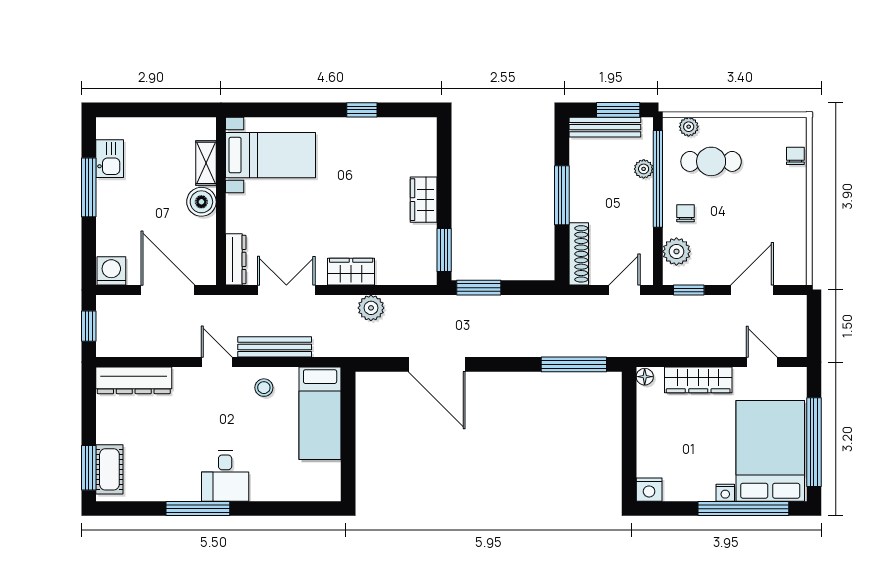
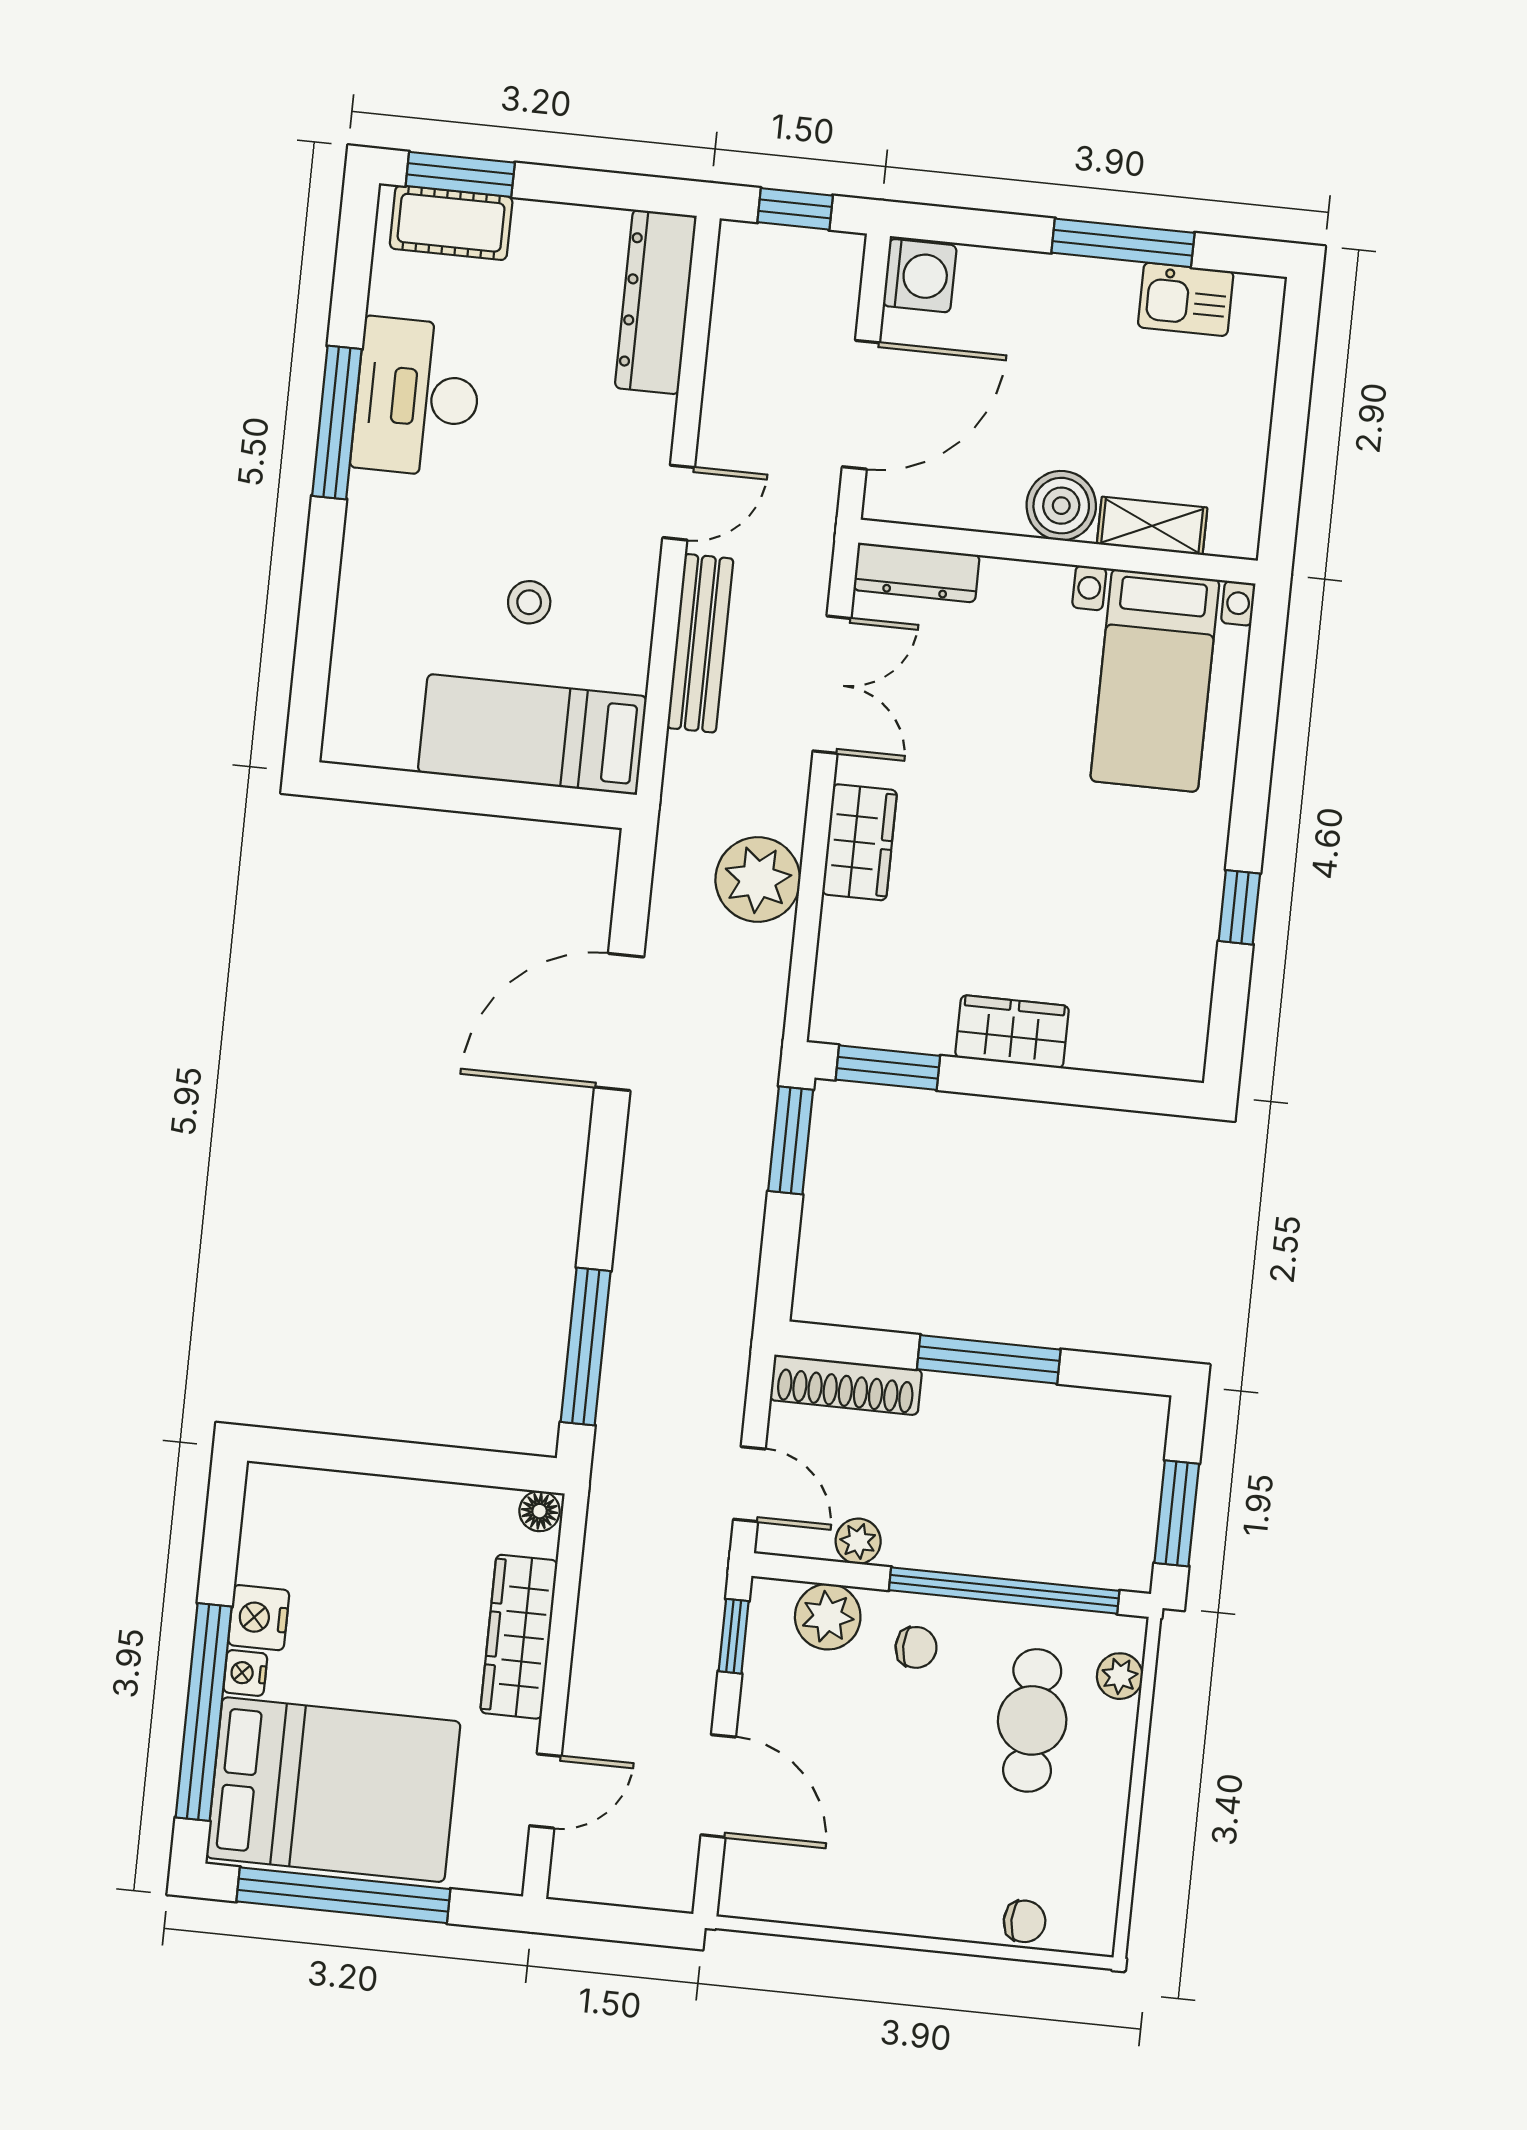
bench: (605, 127) -> (1139, 1478), removed
plant: (644, 169) -> (858, 1541), moved
plant: (371, 308) -> (758, 879), width x1.36, depth x1.36
stool: (264, 388) -> (529, 602), moved
desk: (225, 476) -> (417, 397), moved, width x1.37
nightstand: (649, 490) -> (259, 1618), moved

